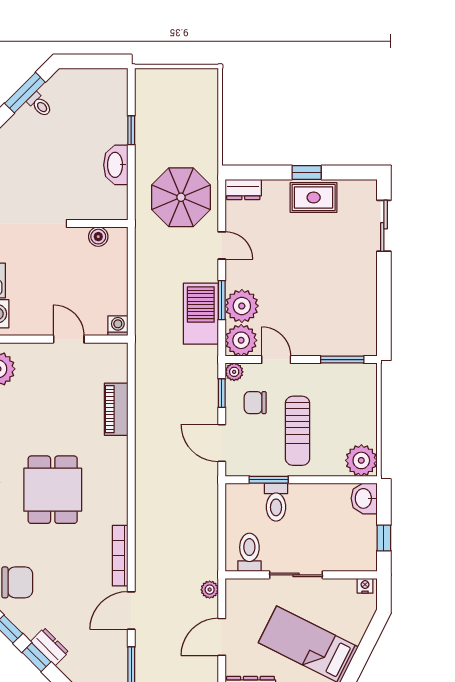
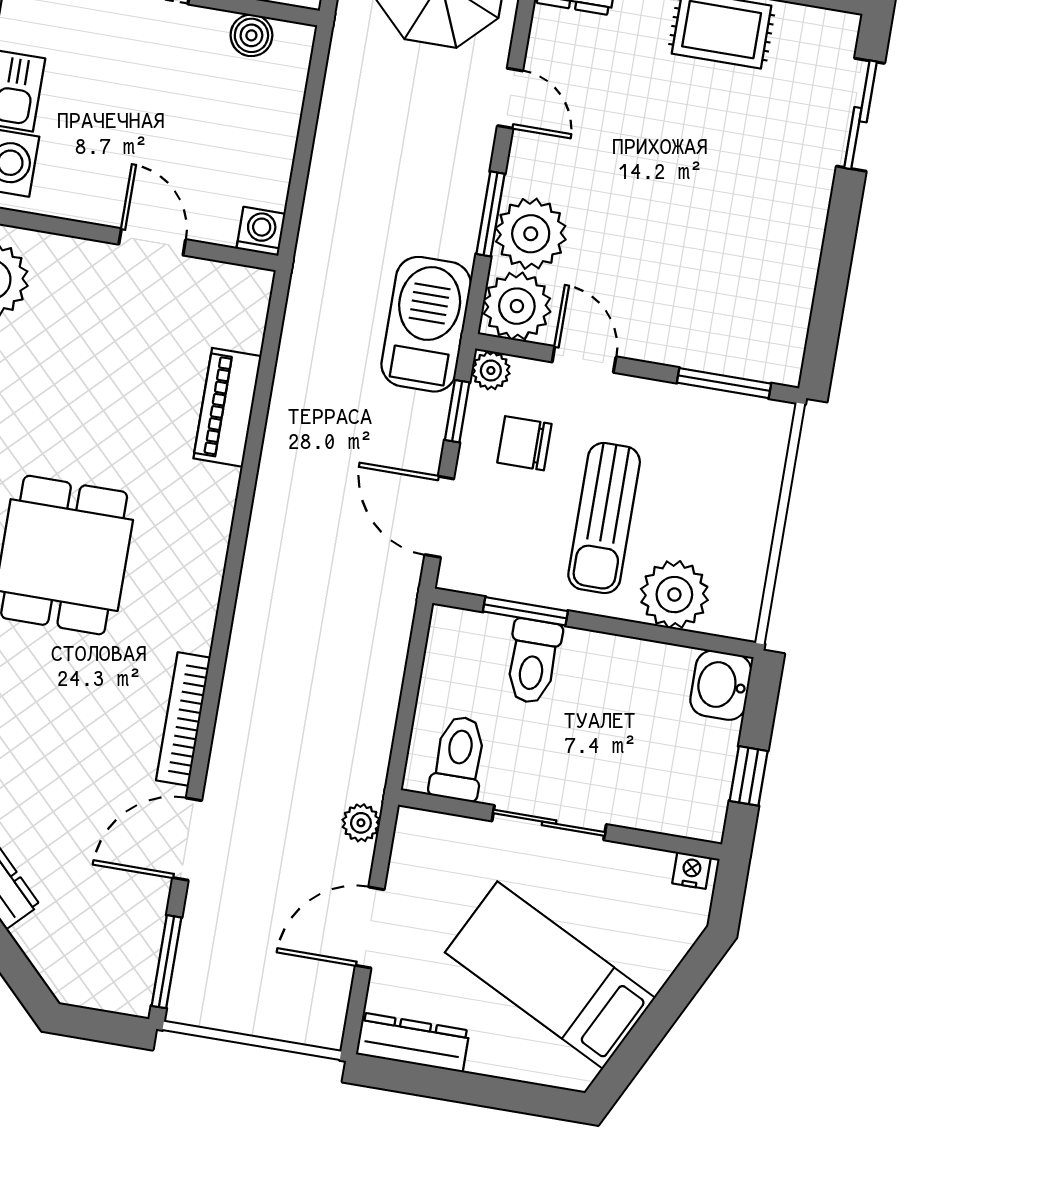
barbecue: (201, 314) -> (426, 324), moved
plant: (361, 460) -> (674, 595), moved

